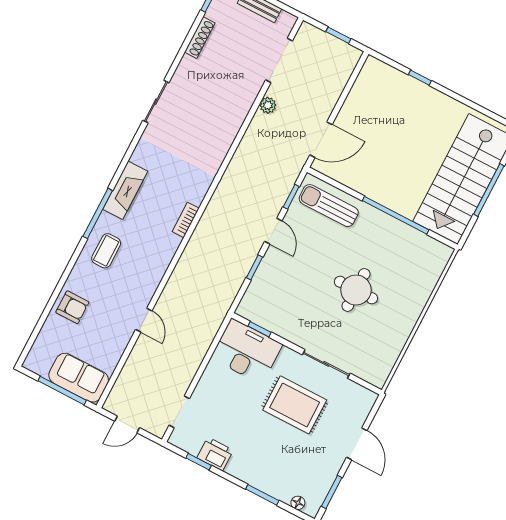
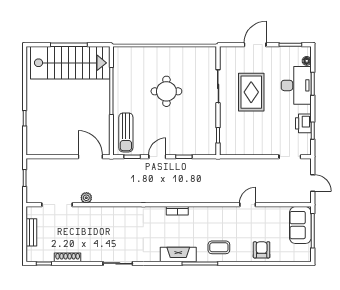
desk: (247, 351) -> (296, 85), moved, turned 180

